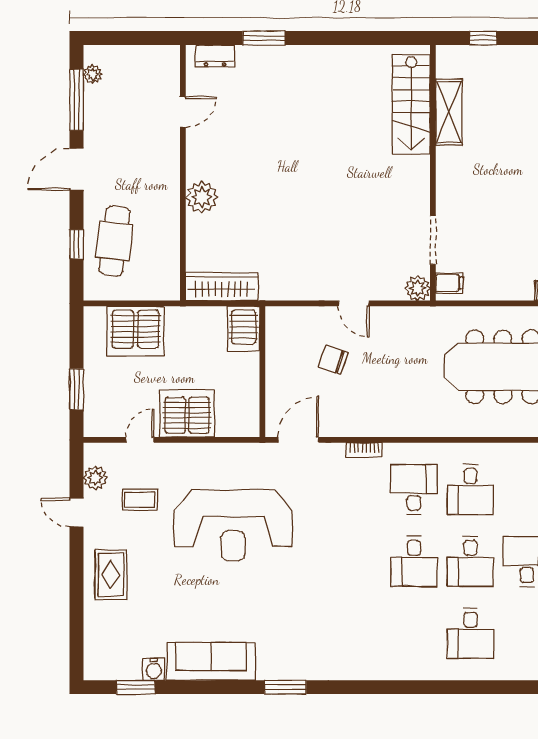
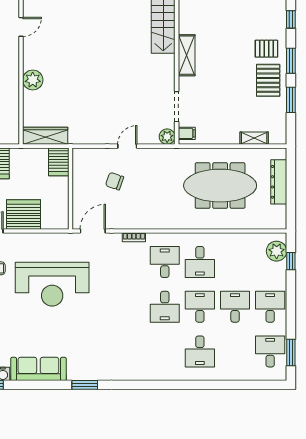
shelving: (449, 112) -> (187, 55), moved
door: (354, 303) -> (127, 146), swing flipped
desk: (470, 561) -> (200, 307), turned 180

